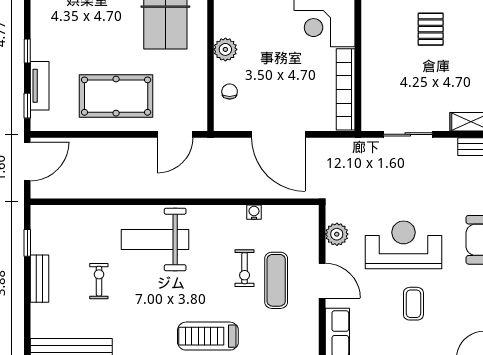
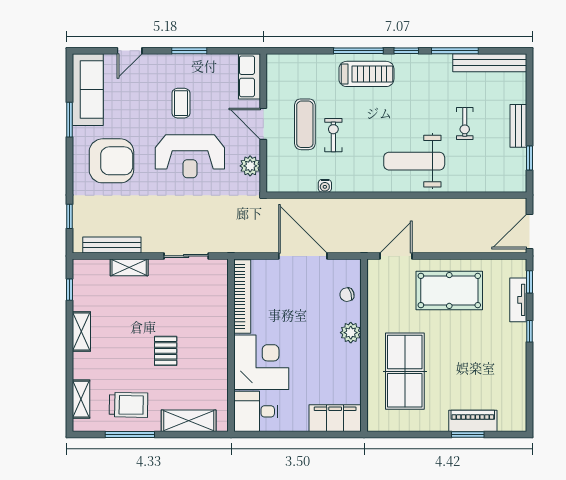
chair: (230, 92) -> (347, 295), turned 73
weight bench: (155, 239) -> (414, 161), turned 180

